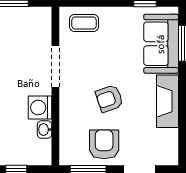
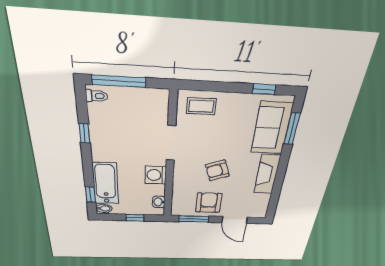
washbasin: (45, 130) -> (159, 202), moved

